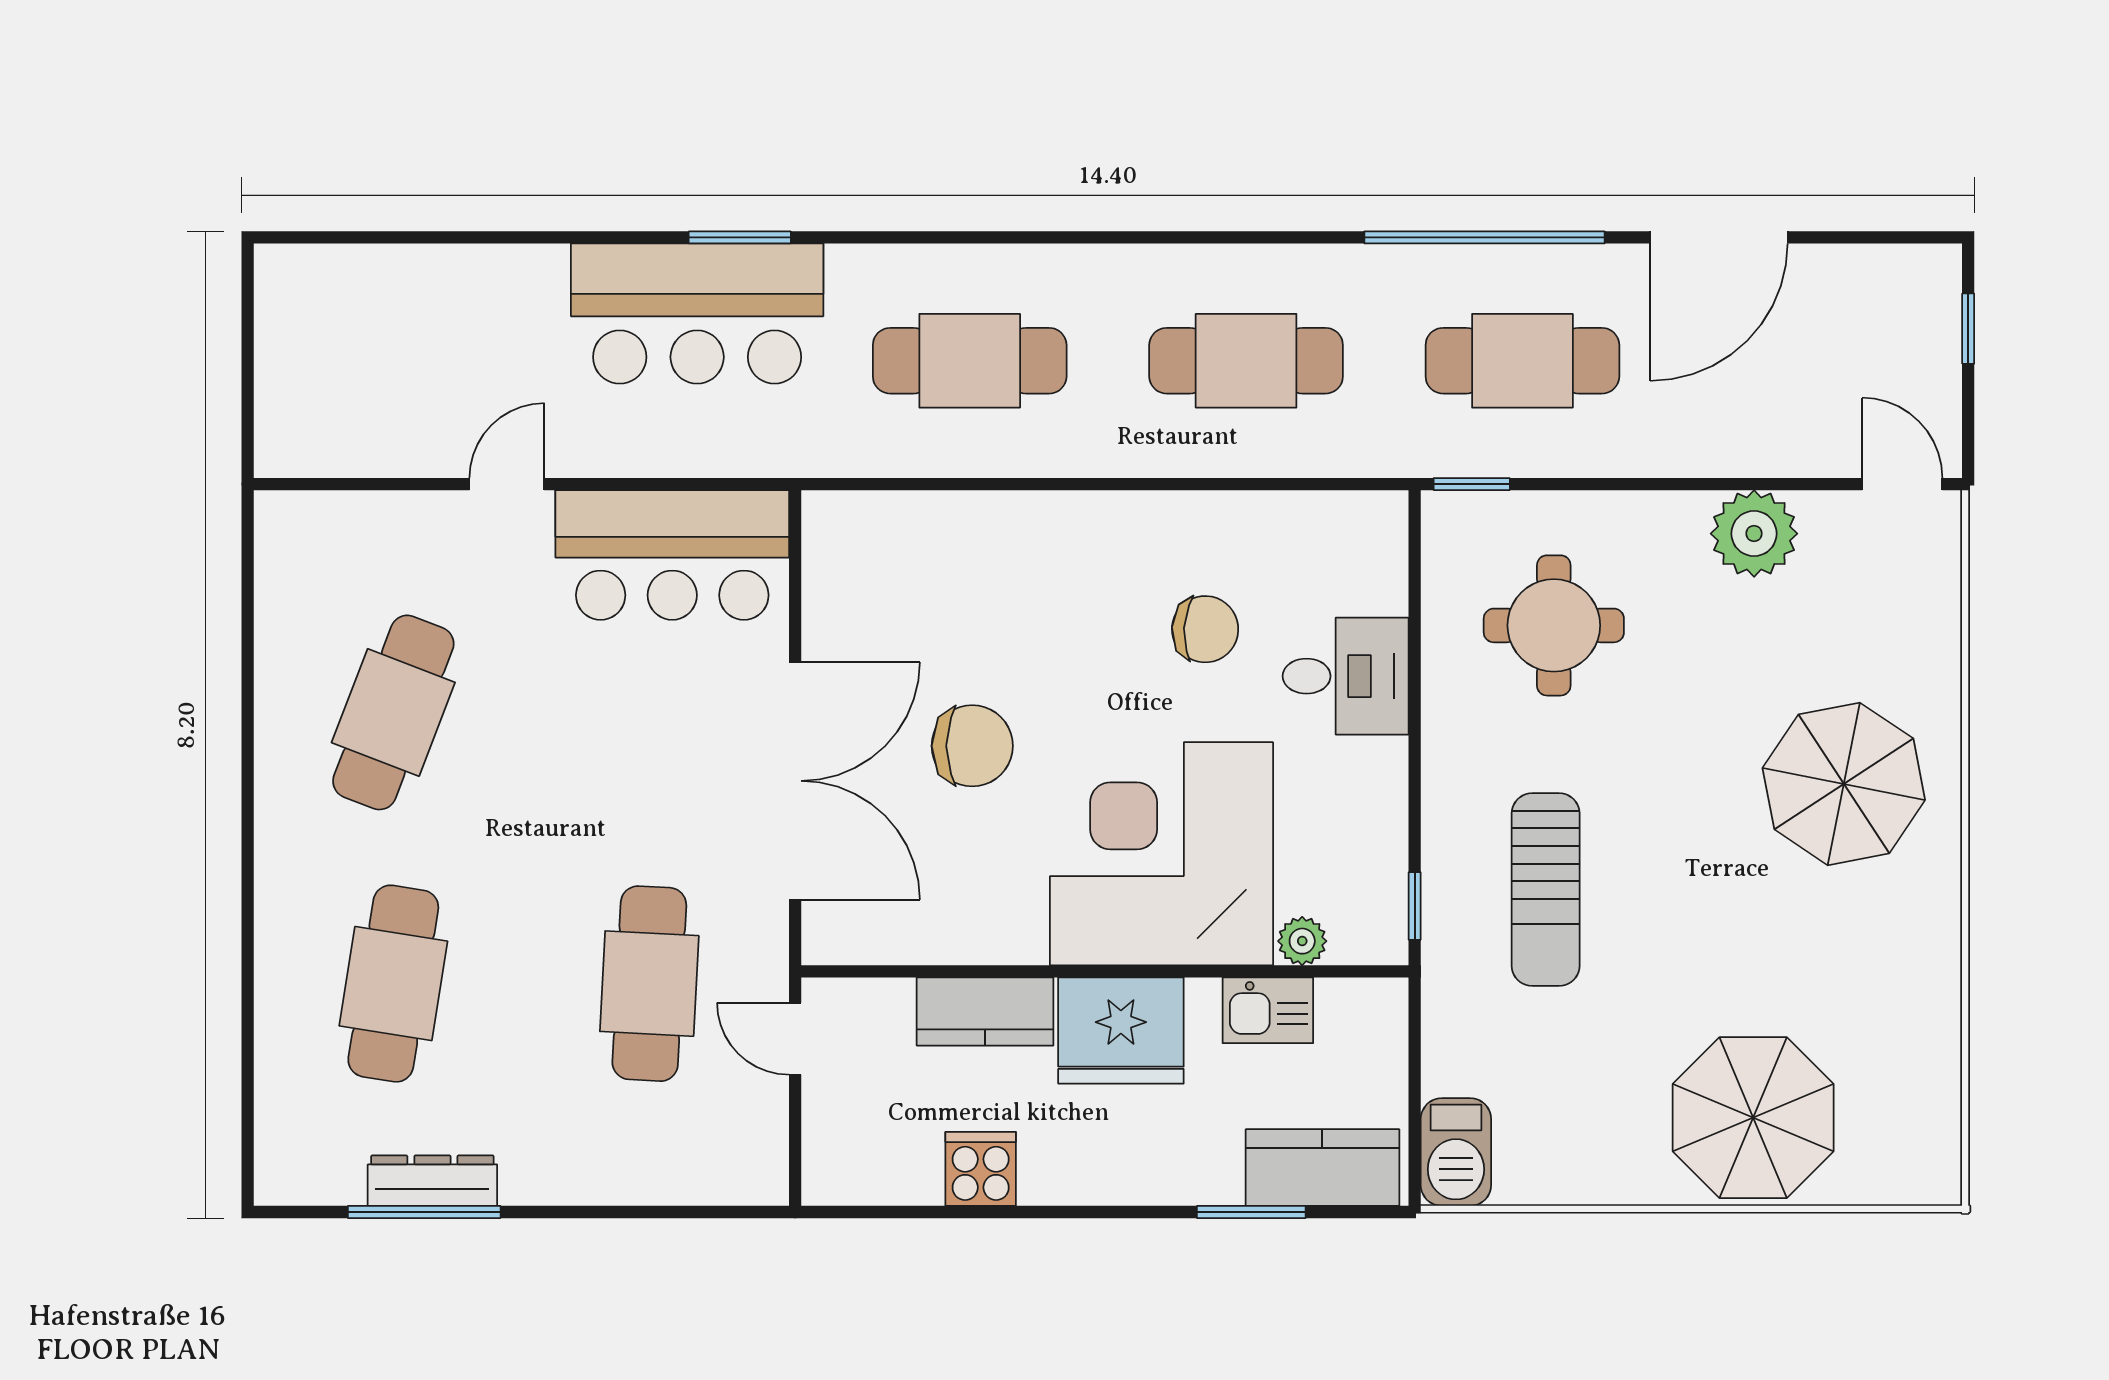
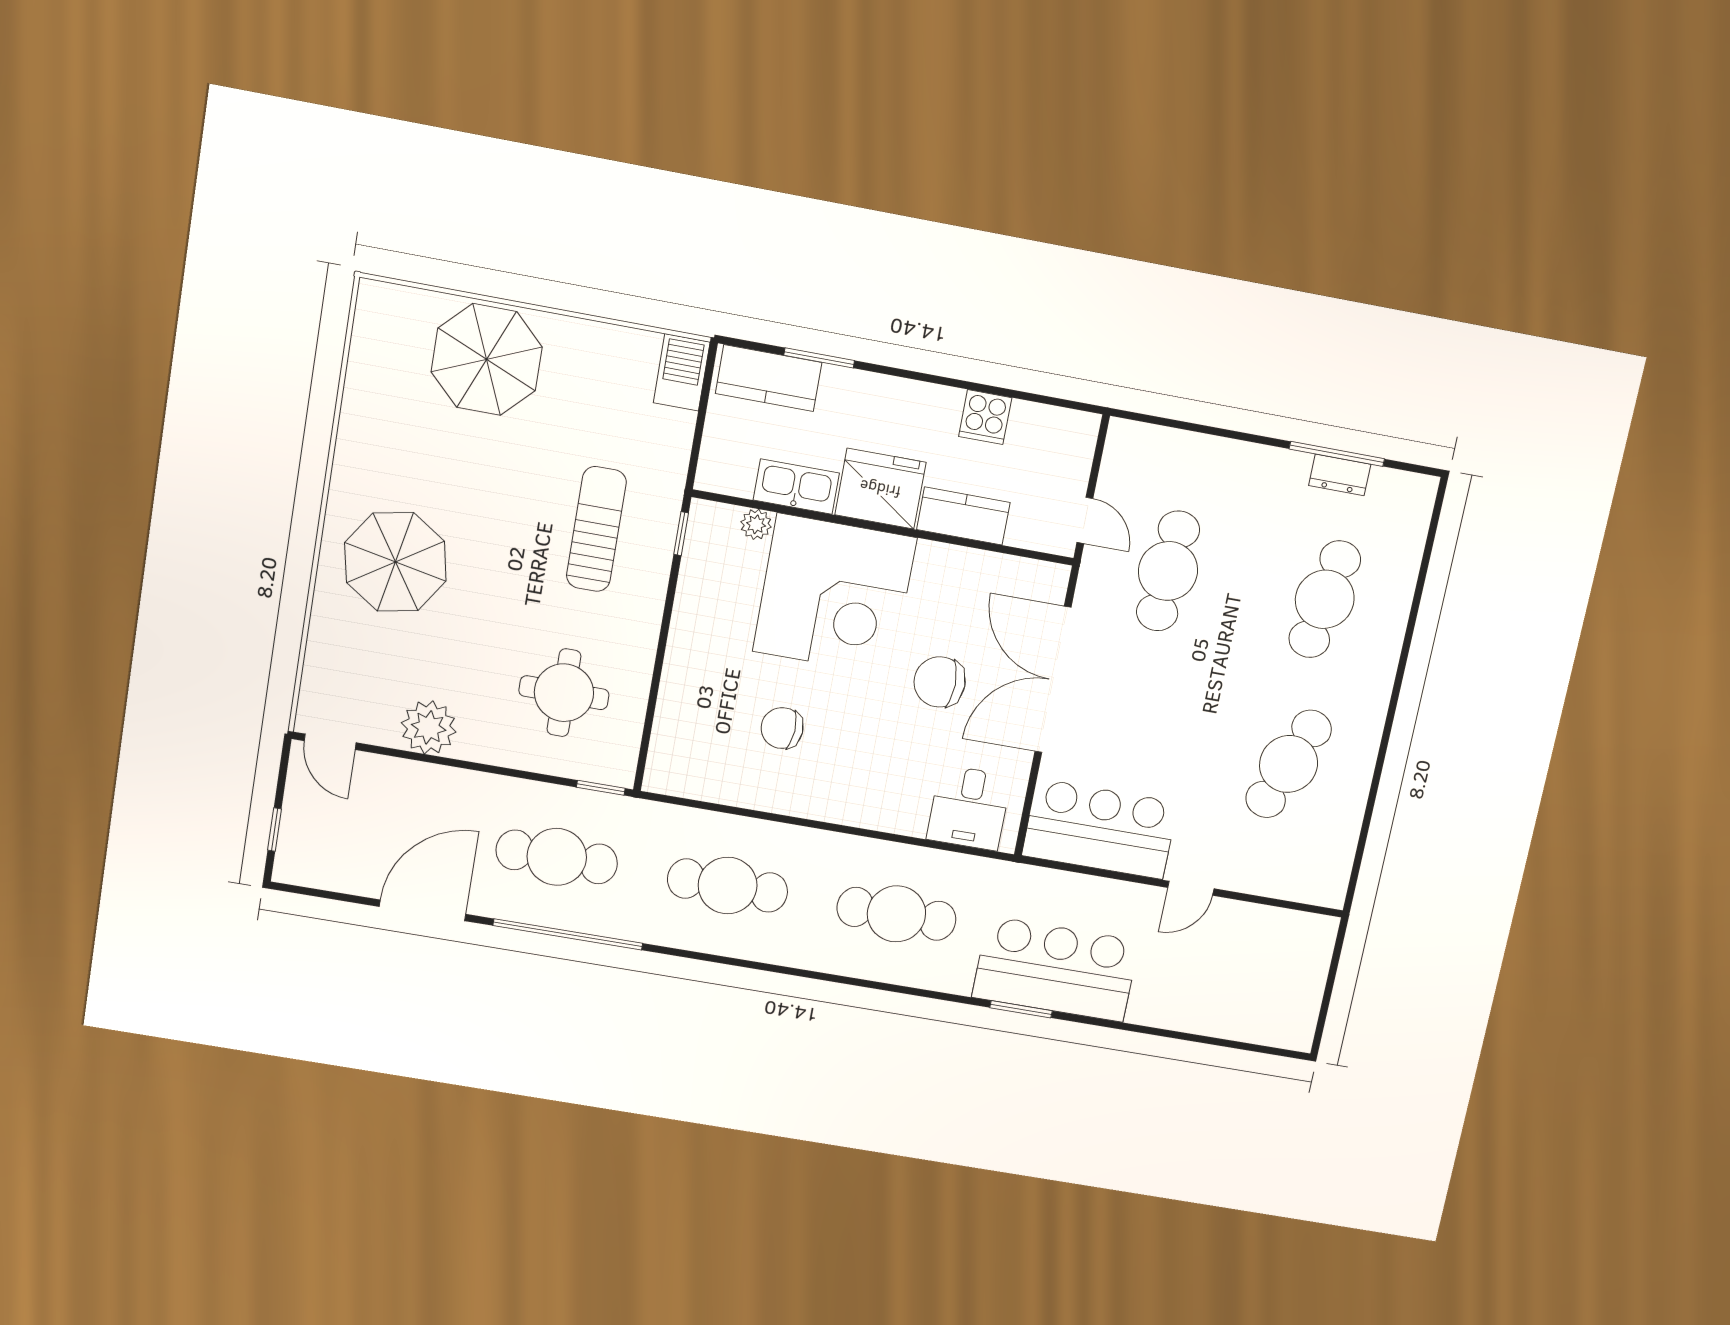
desk: (1346, 676) -> (969, 808), moved, turned -90
kitchen sink: (1268, 1010) -> (796, 487), width x1.38
dresser: (432, 1181) -> (1340, 475), width x0.70

